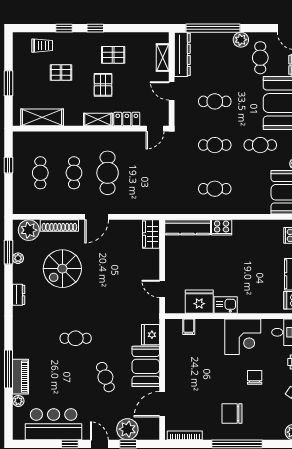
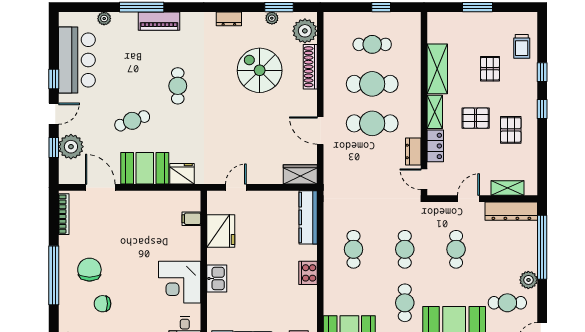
shelving: (42, 117) -> (437, 69), moved
dresser: (131, 138) -> (413, 151), added
cafe table: (74, 173) -> (372, 84), width x1.37, depth x1.35
door: (97, 217) -> (320, 131), moved
cooker: (222, 227) -> (308, 273), moved
kitchen sink: (226, 305) -> (217, 278), moved
piano: (20, 377) -> (159, 21), moved
chair: (255, 377) -> (102, 304), moved, turned 180

